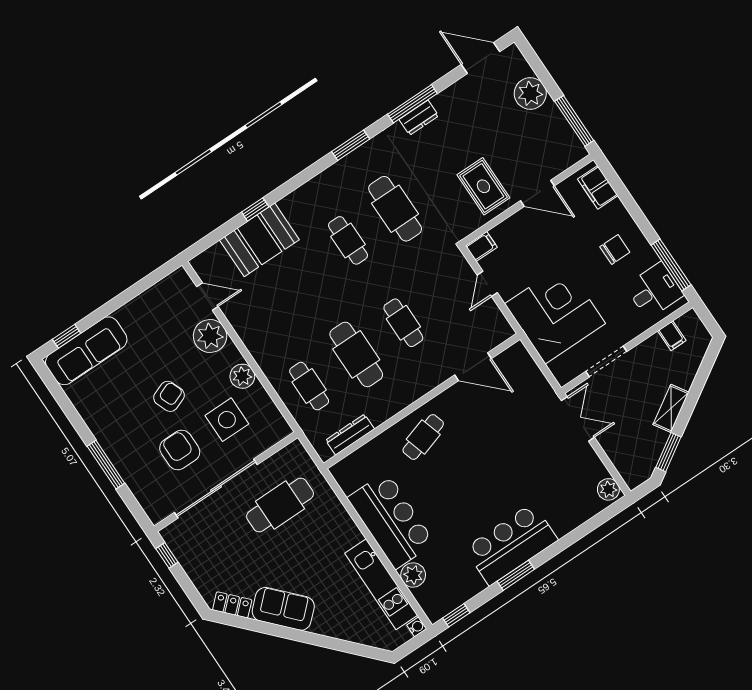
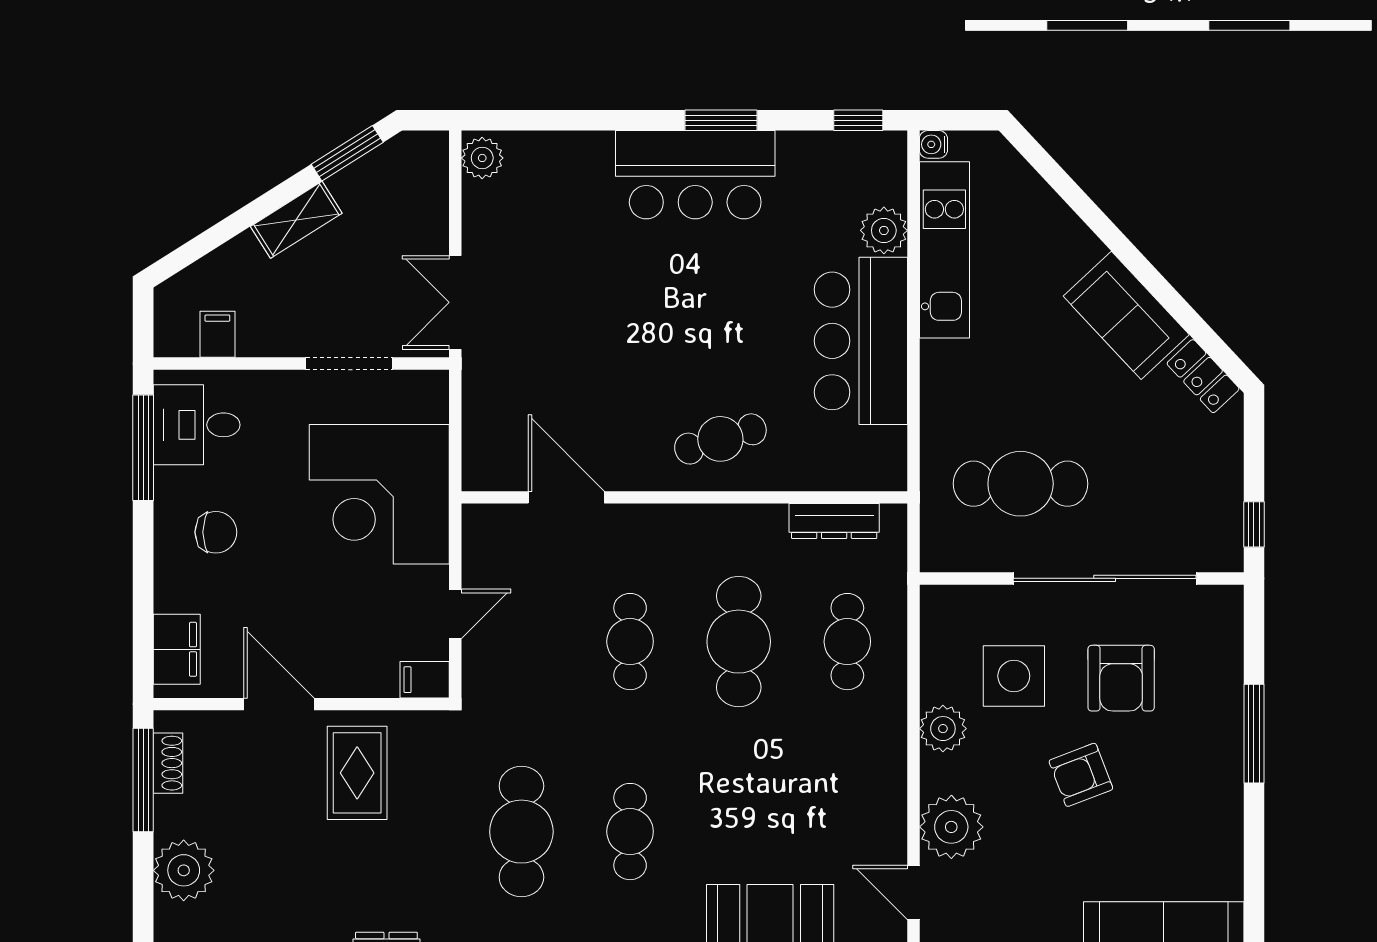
shoe rack: (568, 135) -> (168, 763), added
chair: (615, 249) -> (216, 532), turned 180

